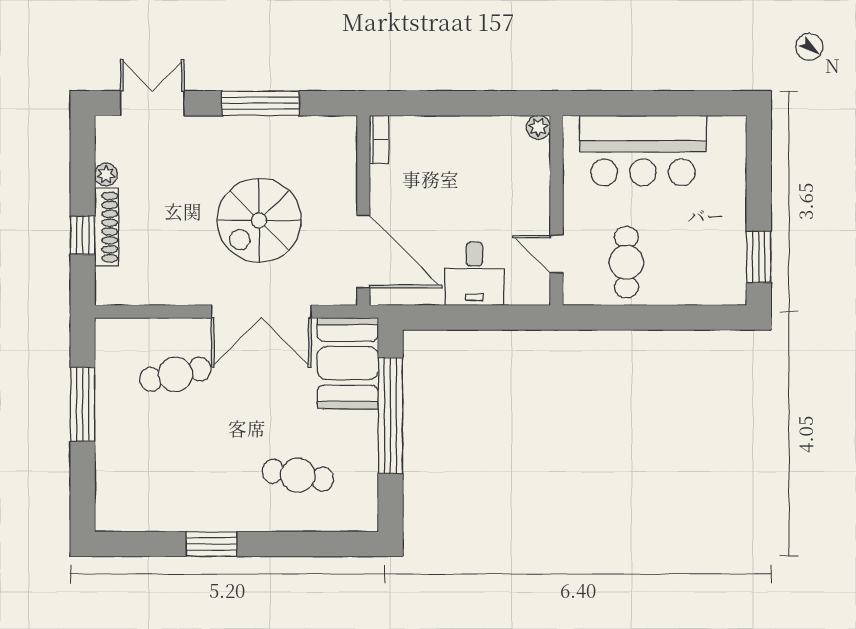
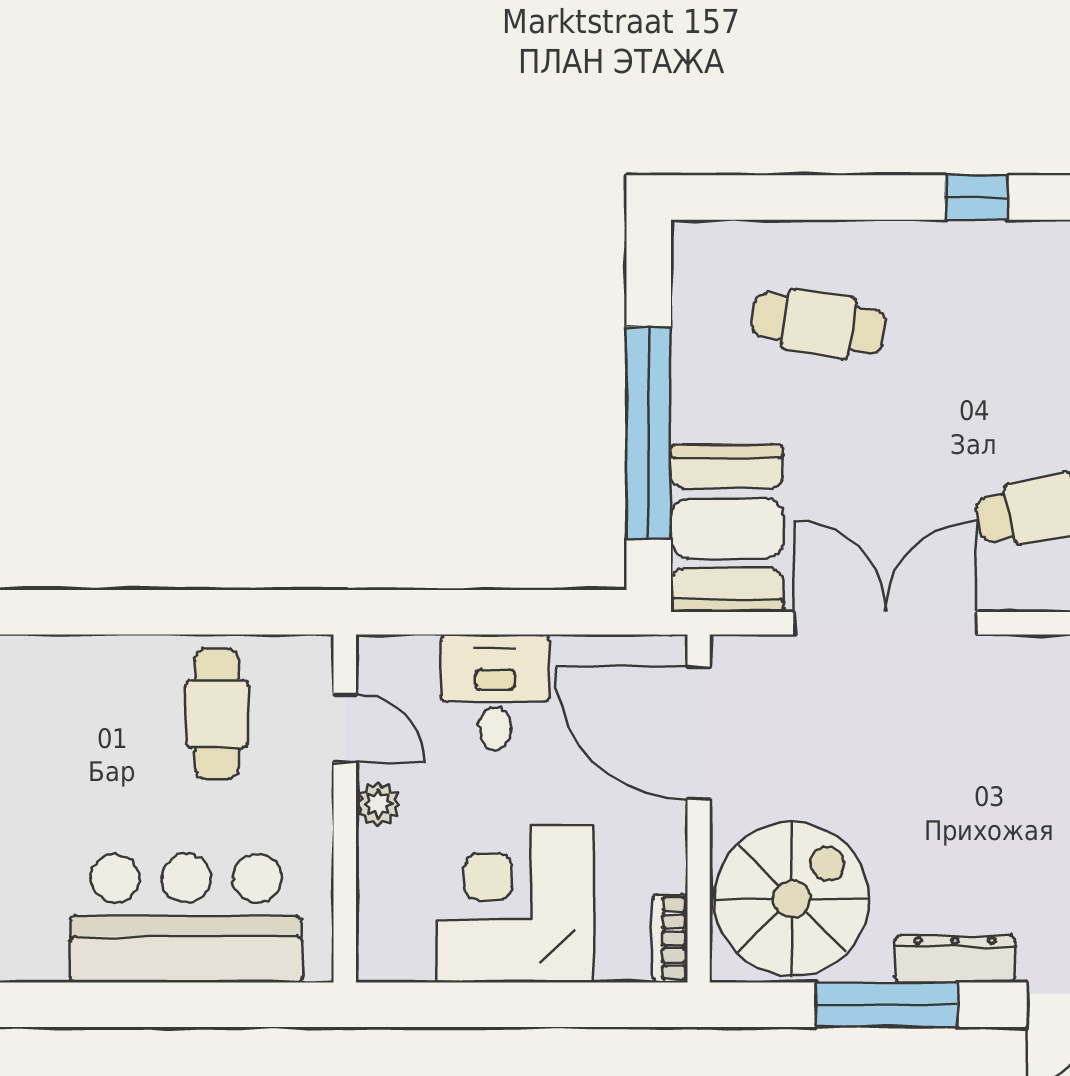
plant: (538, 127) -> (378, 804), moved
dresser: (223, 128) -> (955, 959), added
corner desk: (463, 158) -> (515, 904), added
spiral stairs: (259, 220) -> (792, 899), moved
window: (212, 544) -> (976, 198), width x0.67

